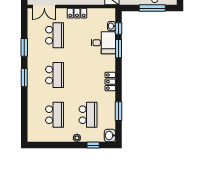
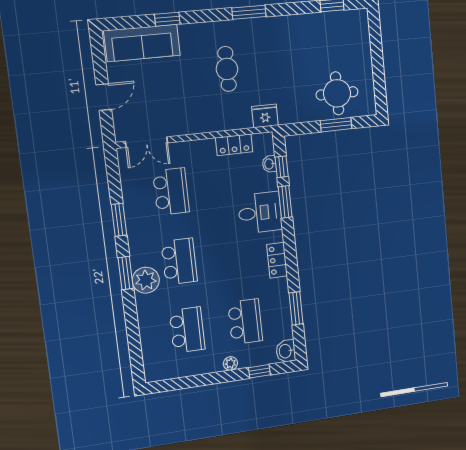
window: (152, 8) -> (336, 125), width x0.69
locker: (77, 13) -> (234, 145), moved
desk: (103, 43) -> (260, 213), moved
plant: (35, 83) -> (146, 280), added

